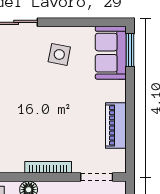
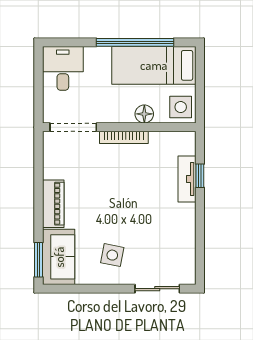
piano: (116, 125) -> (53, 204), moved
doorway: (97, 177) -> (73, 127), width x1.38

